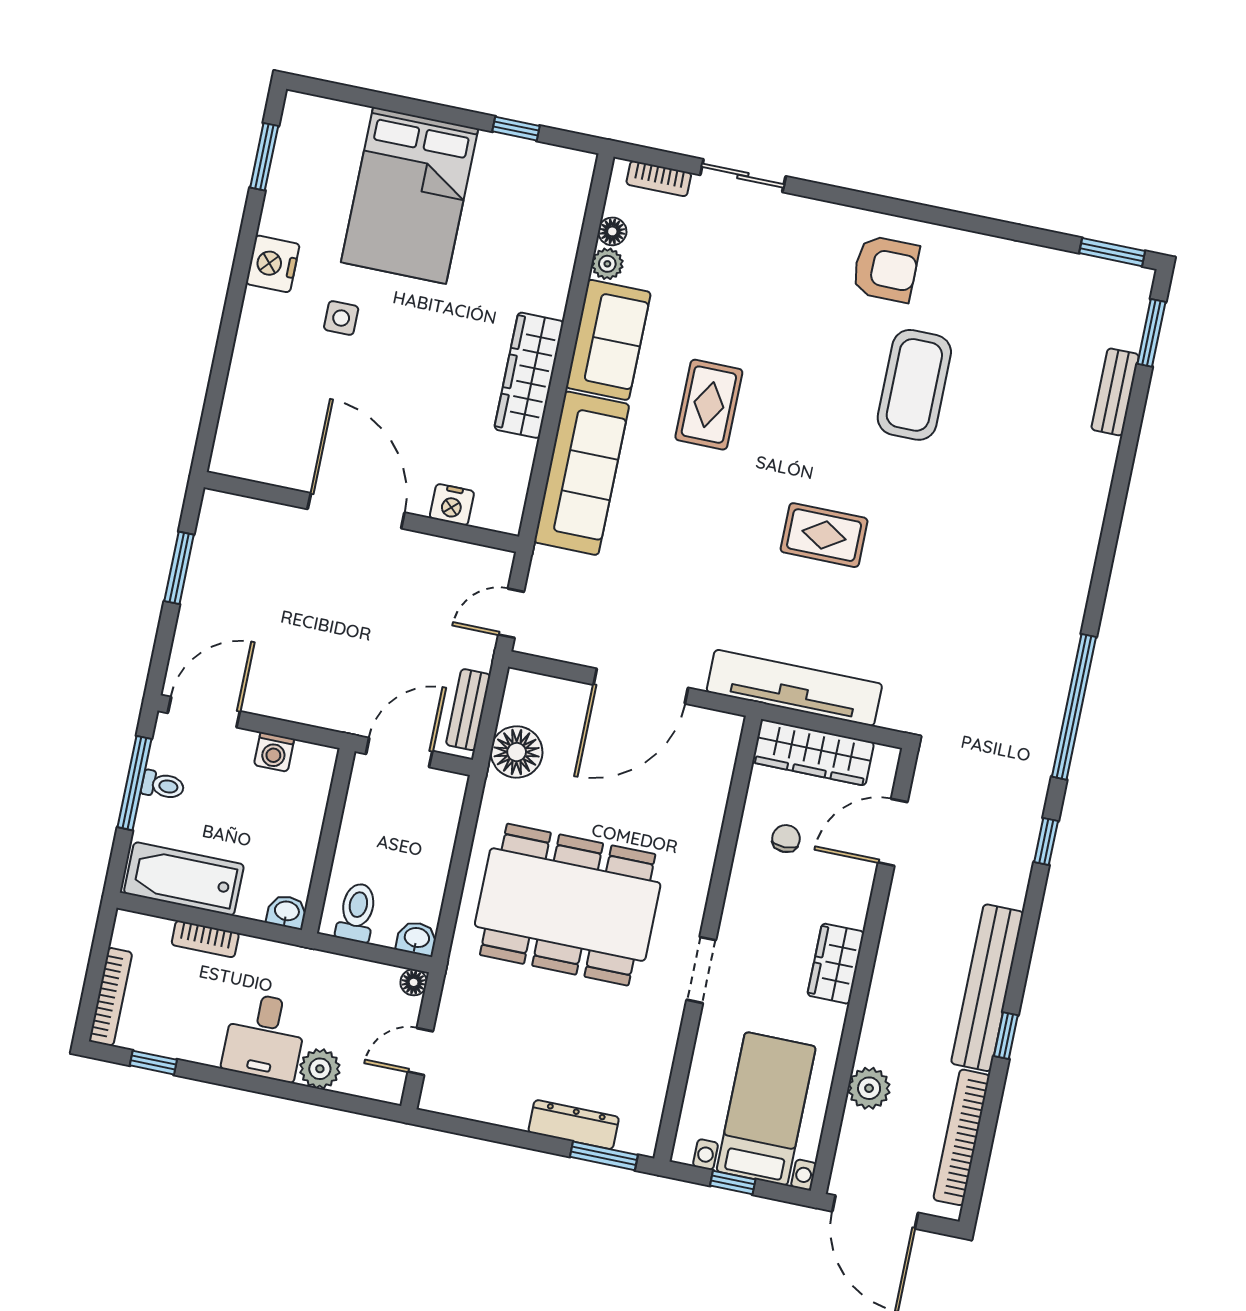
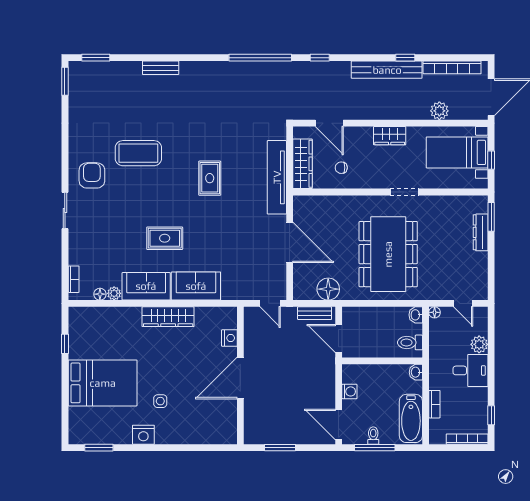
sliding door: (743, 176) -> (65, 211), moved
bench: (1115, 392) -> (161, 68), moved
sofa: (582, 473) -> (196, 286), width x0.73

